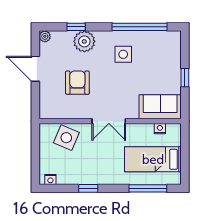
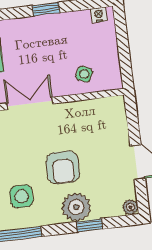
armchair: (77, 83) -> (63, 167), moved
side table: (66, 138) -> (84, 74), width x0.54, depth x0.54

